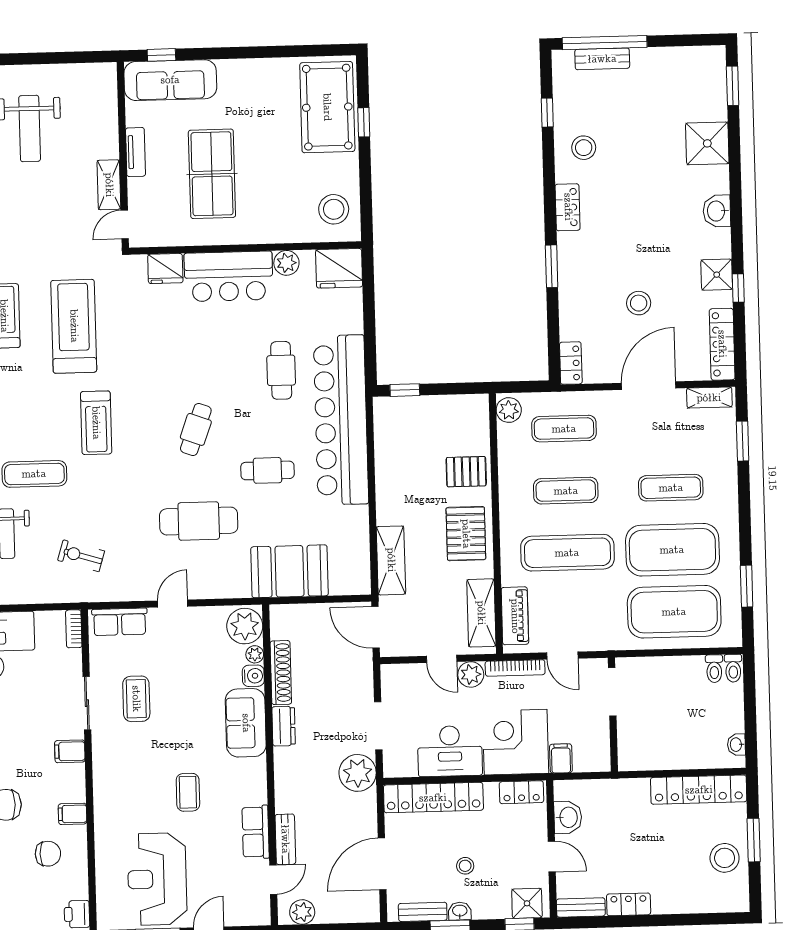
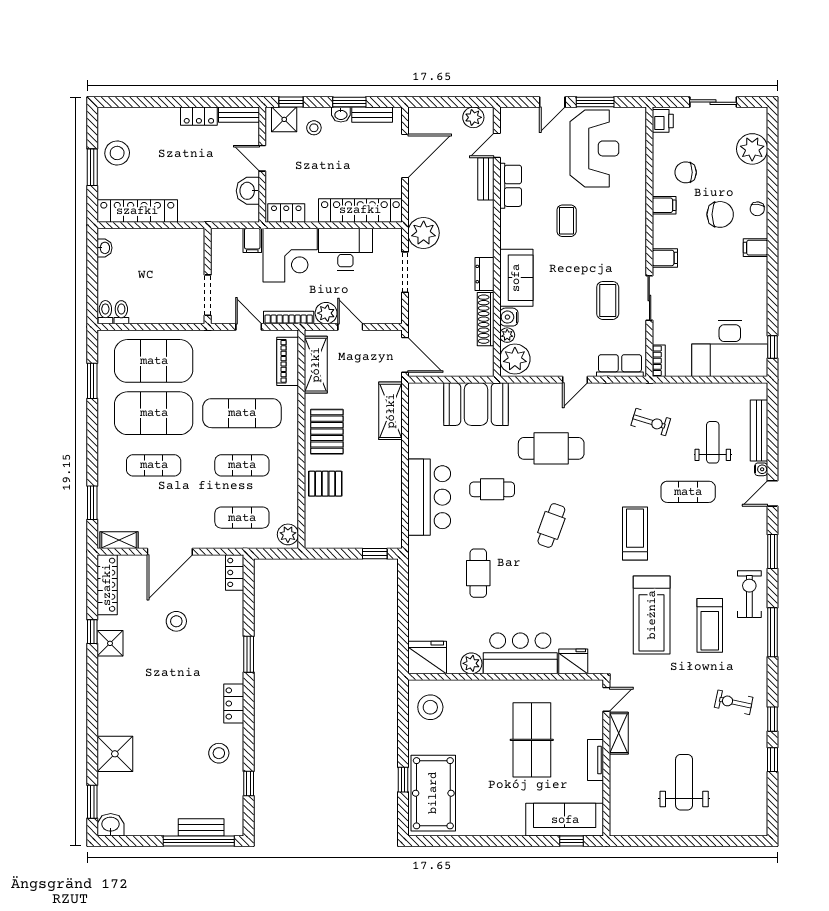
washbasin: (717, 211) -> (111, 825), moved, turned -90
bar counter: (341, 420) -> (429, 497), width x0.54
stool: (465, 866) -> (314, 128), moved

